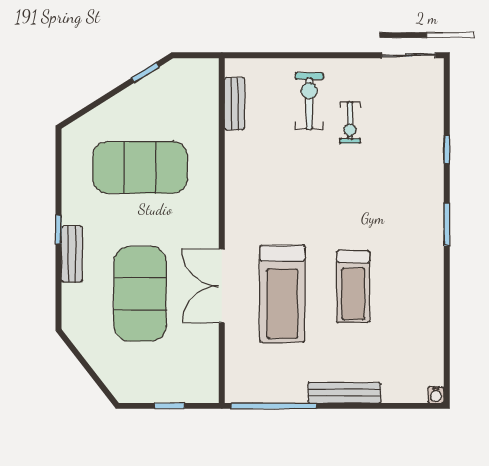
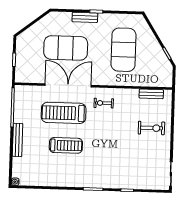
exercise bike: (350, 123) -> (104, 103), moved
double door: (222, 286) -> (68, 85), width x1.36
treadmill: (353, 287) -> (66, 145), turned 180

